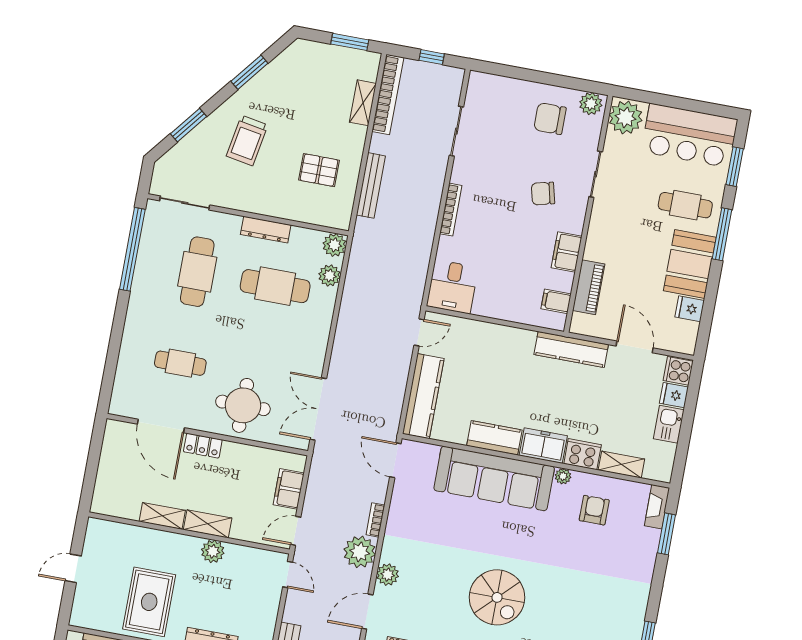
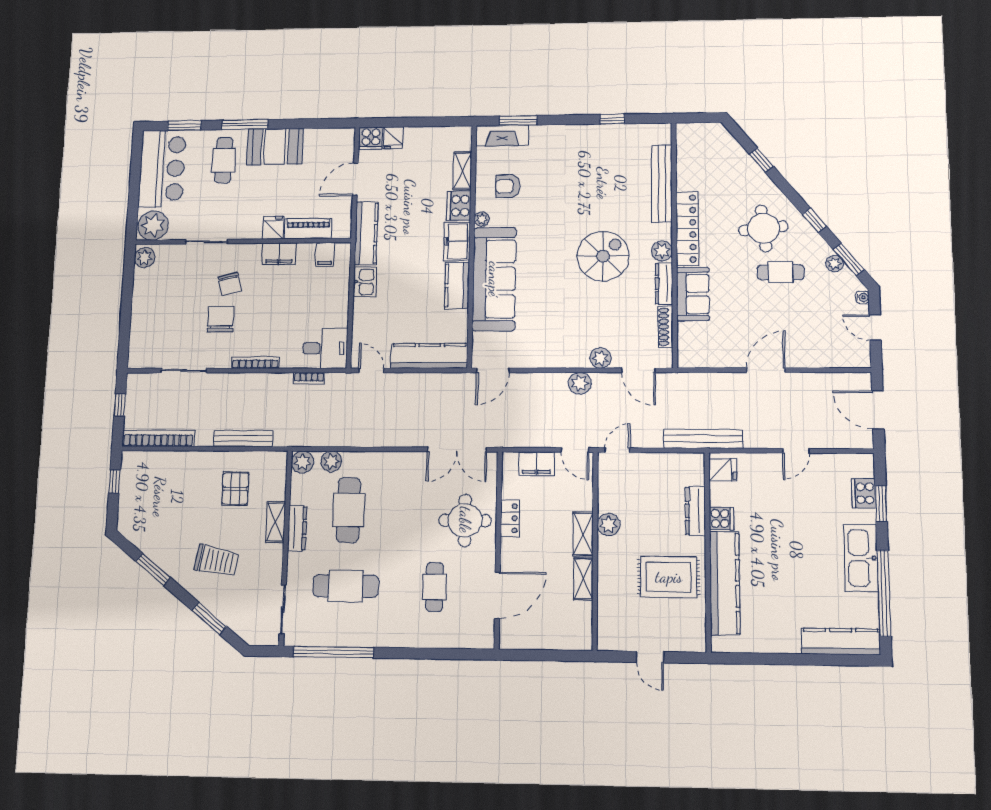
window: (350, 42) -> (115, 481), width x0.67
shelving: (363, 103) -> (276, 522), moved, turned 90
chair: (550, 119) -> (221, 319), moved, turned 180
fridge: (690, 309) -> (273, 228), moved, turned 180
kitchen sink: (669, 424) -> (365, 282), moved, turned -90
locker: (203, 446) -> (510, 518), moved
fireplace: (657, 507) -> (502, 136), width x1.37, depth x1.32
bookcase: (375, 520) -> (309, 378), moved
plant: (360, 552) -> (580, 383), width x0.73, depth x0.73

